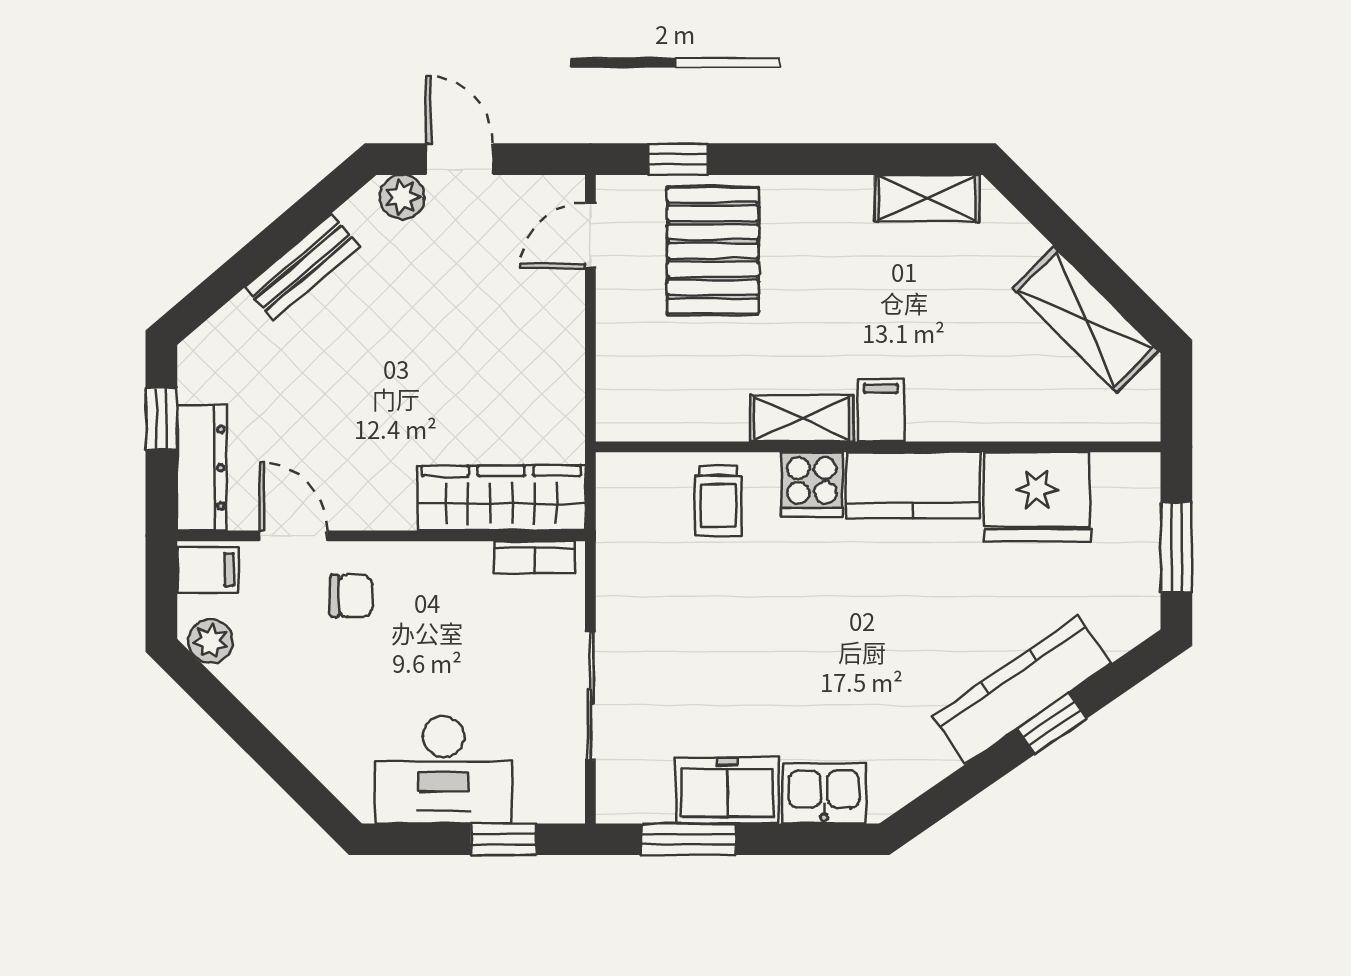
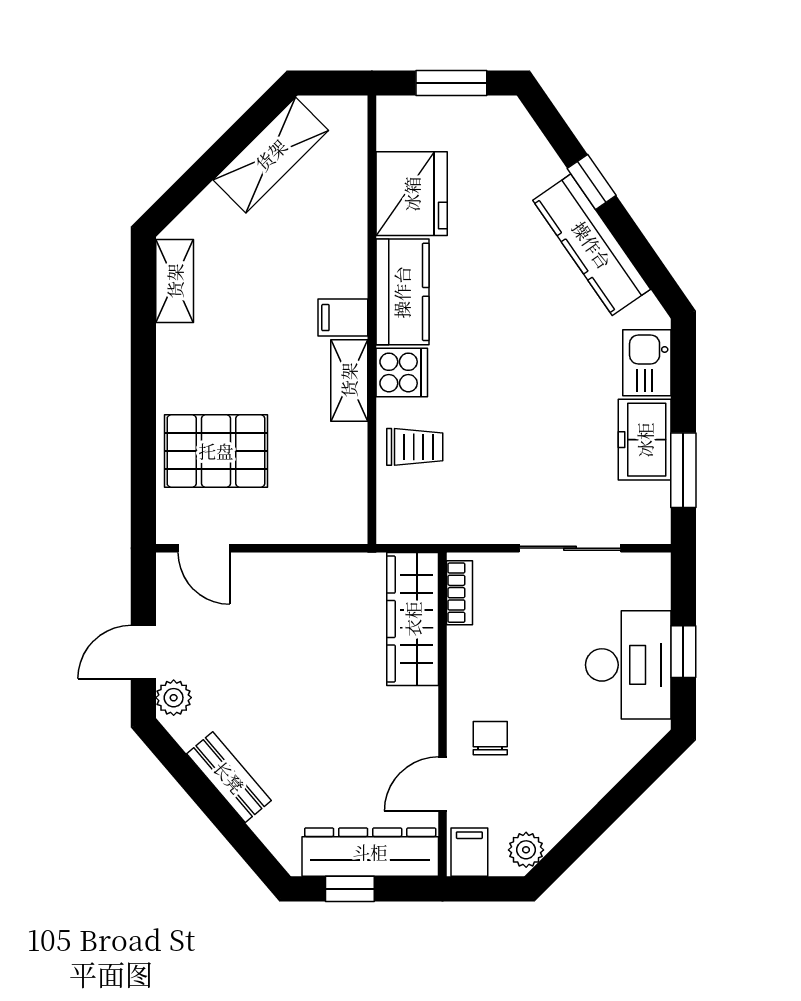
window: (678, 159) -> (143, 479), removed
dresser: (202, 468) -> (370, 852), width x1.37, depth x1.24
kitchen counter: (1022, 690) -> (592, 245), moved
window: (503, 839) -> (683, 652), moved

